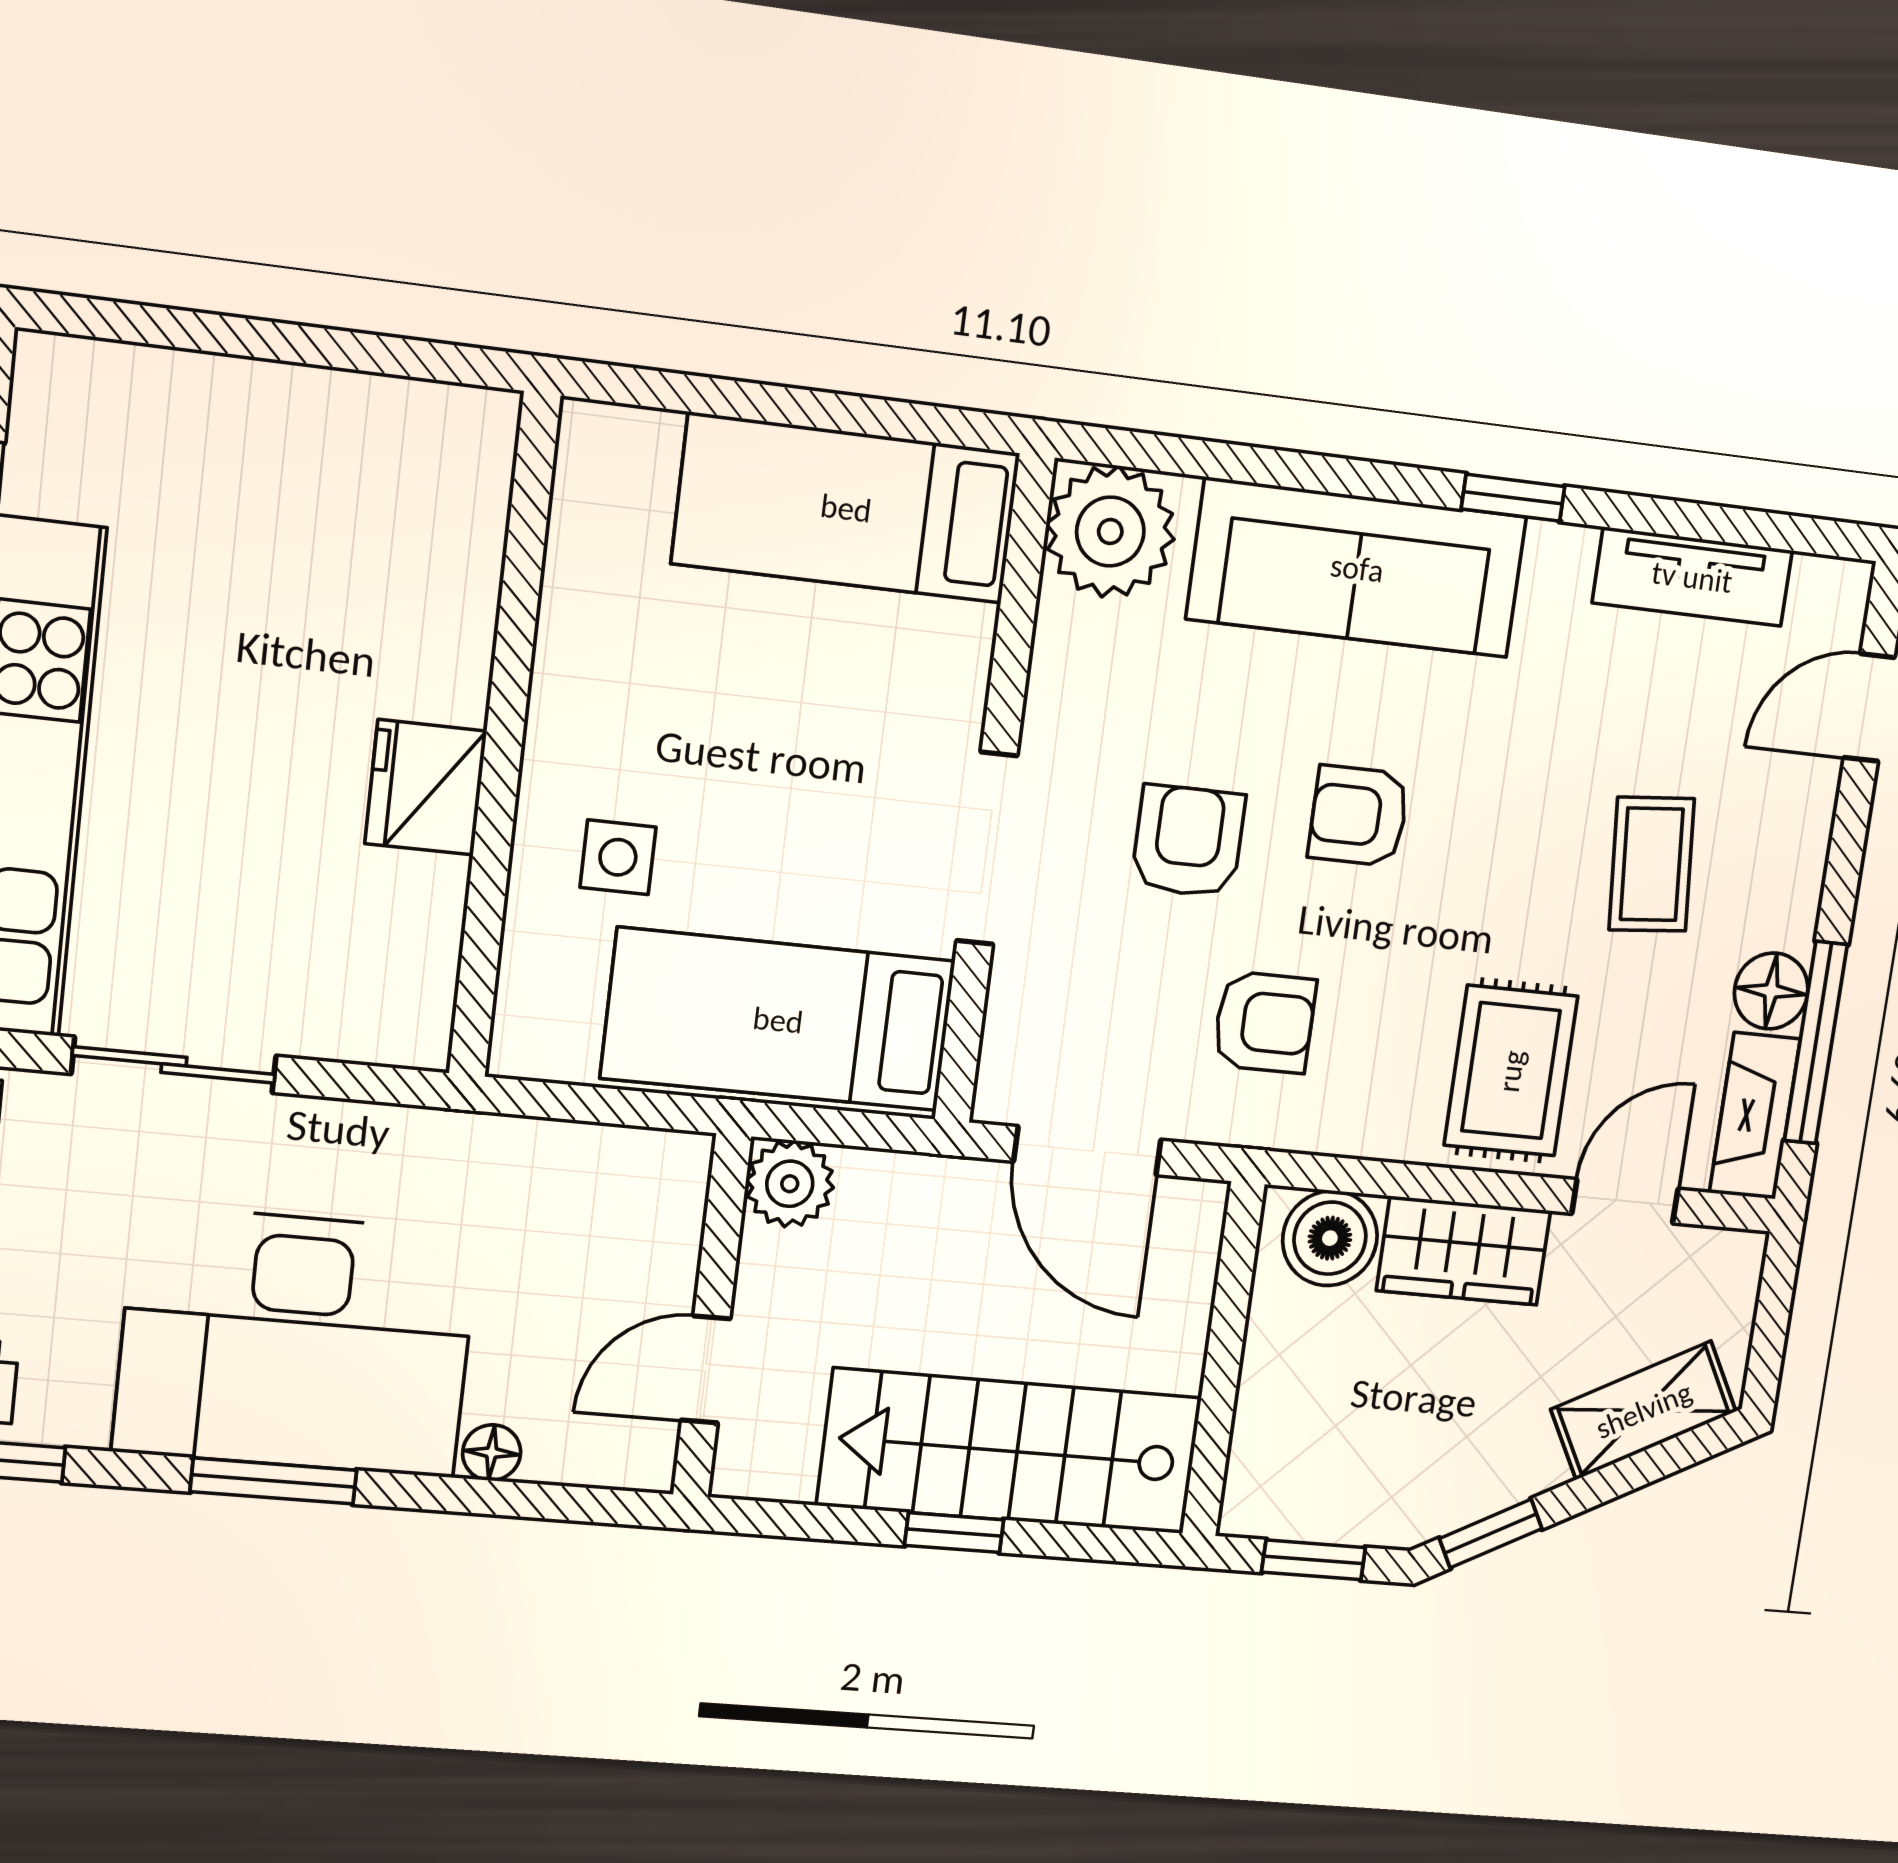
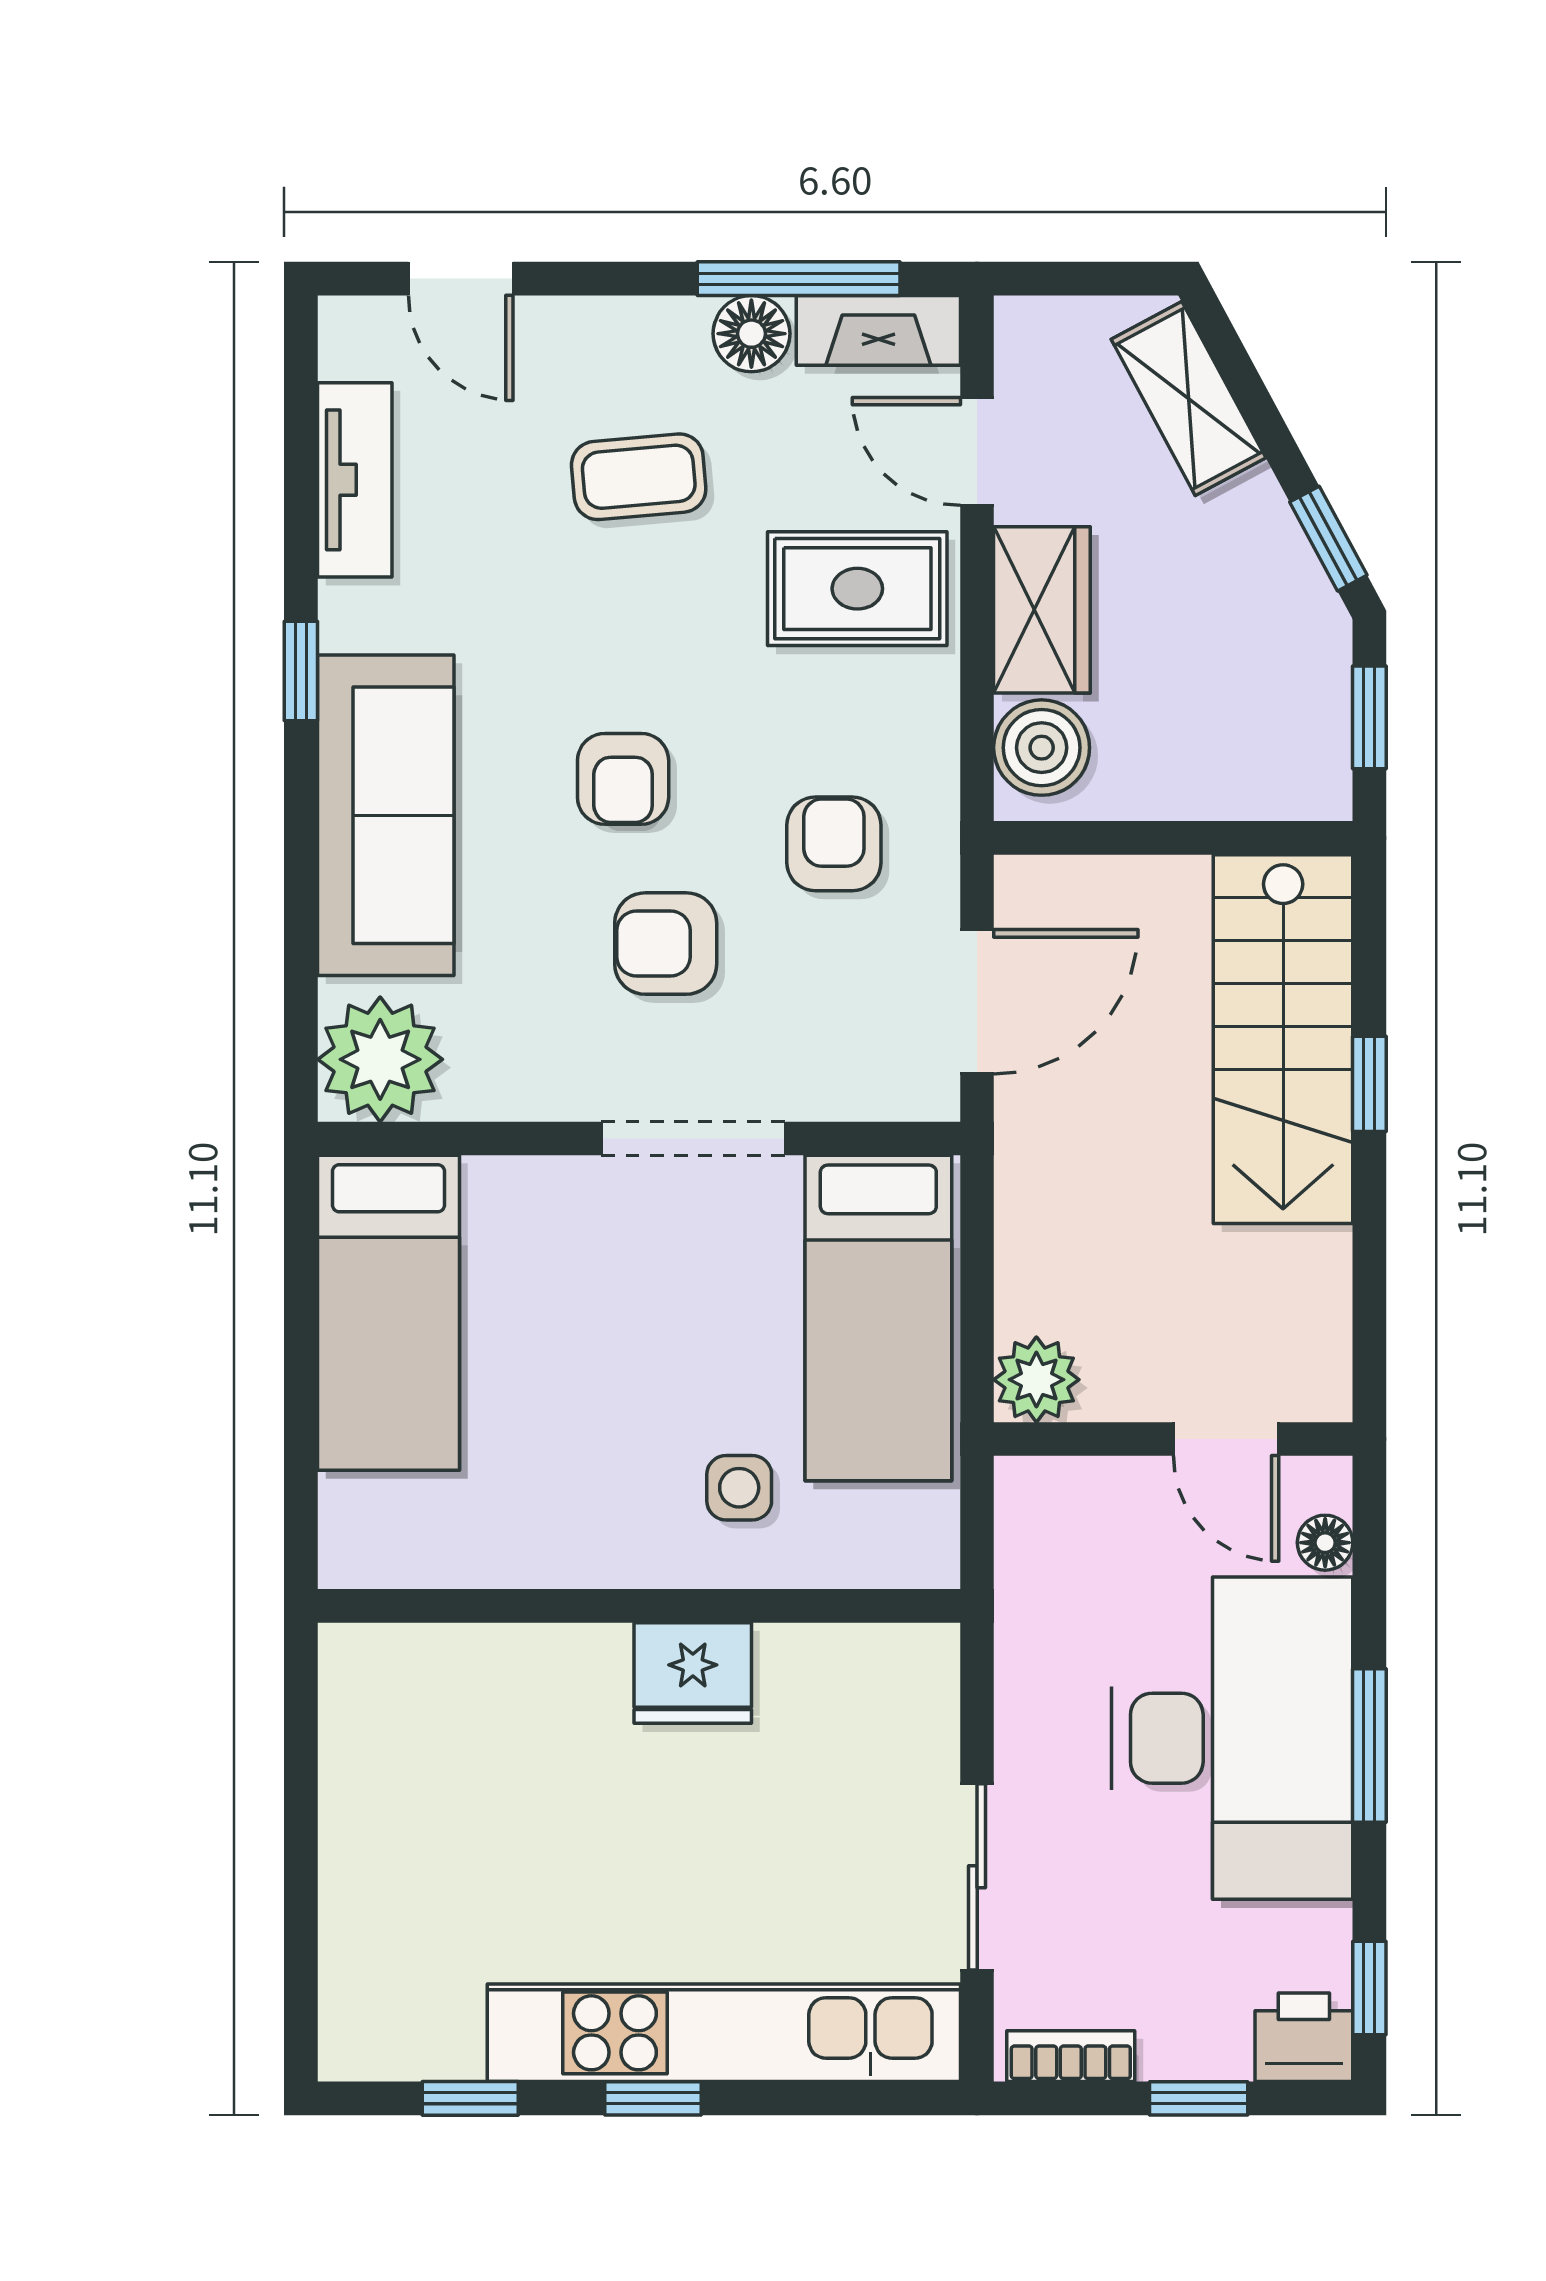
plant: (790, 1184) -> (1036, 1380), moved
wall: (712, 1316) -> (1173, 1439), moved
door: (706, 1369) -> (1226, 1439), moved

